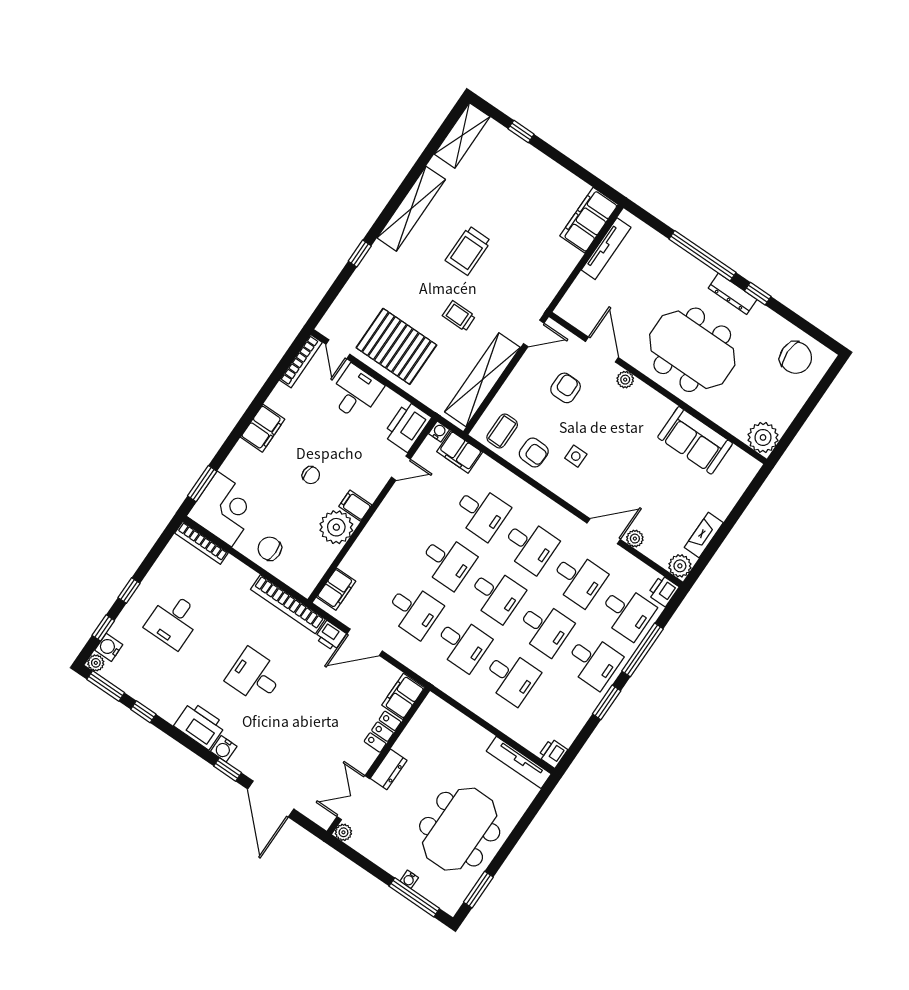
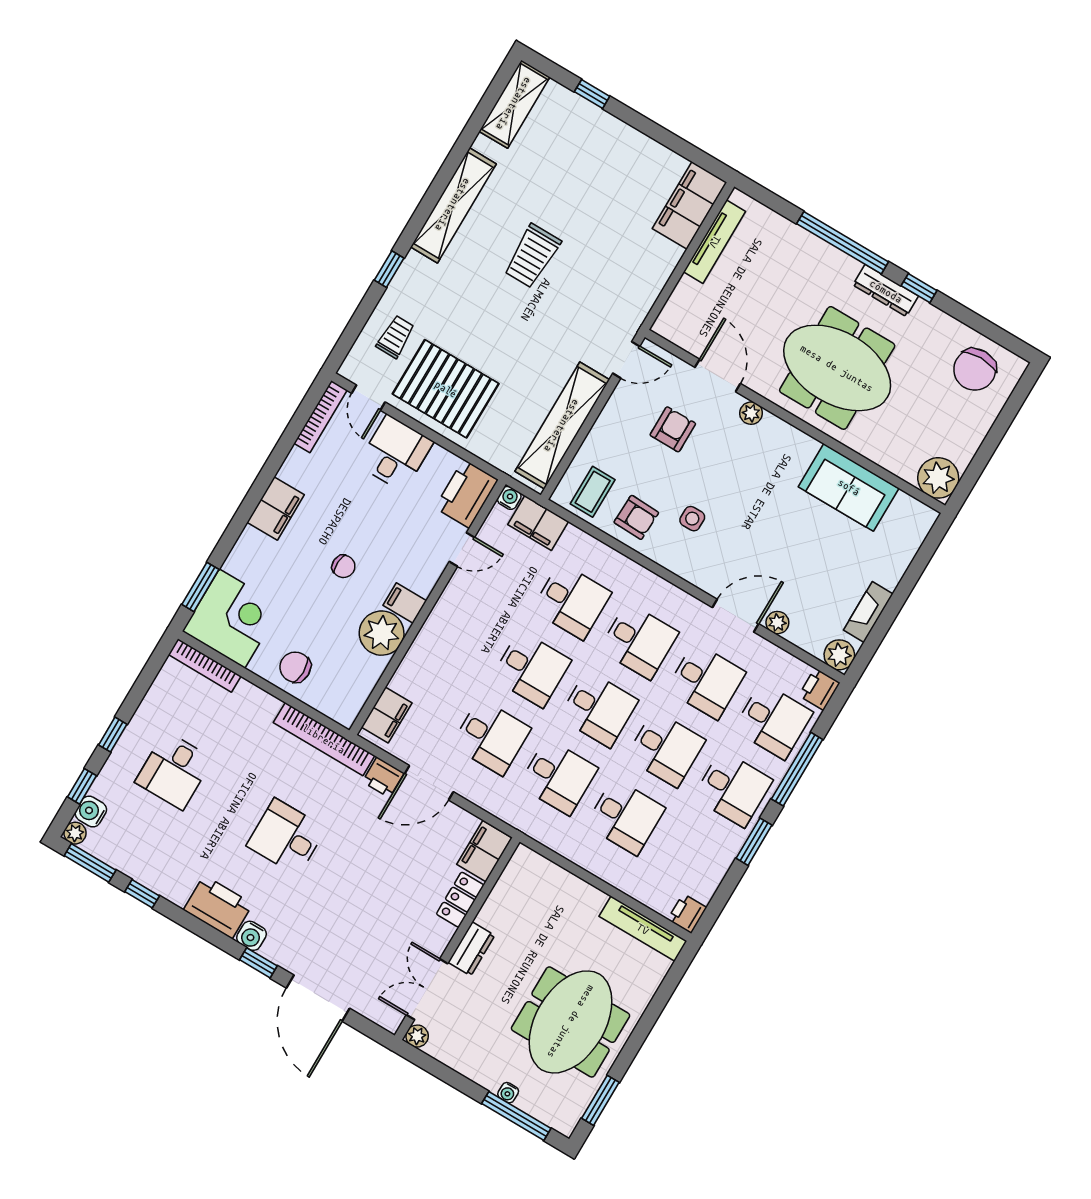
trolley: (459, 316) -> (395, 337), moved, turned 90
chair: (796, 358) -> (975, 369), turned 90

